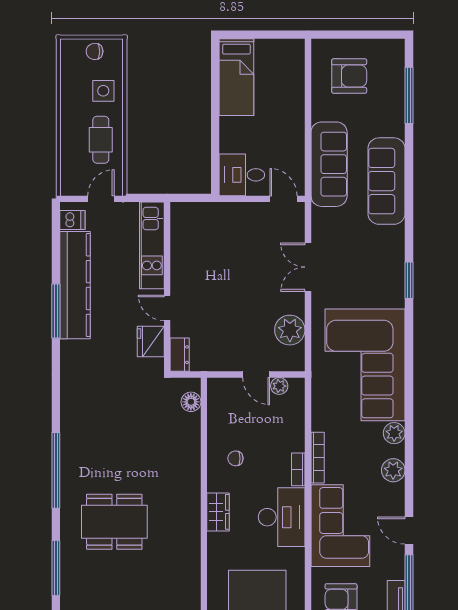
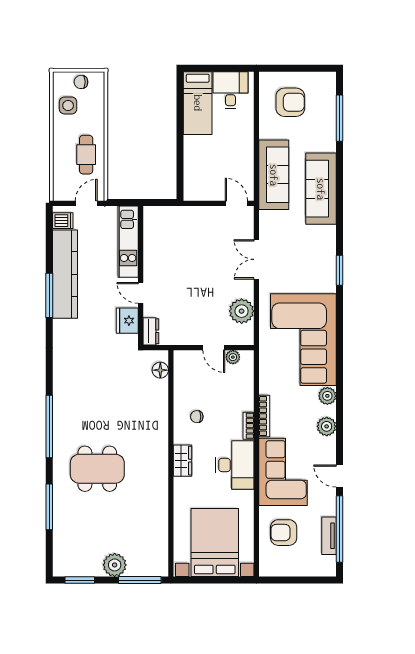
side table: (103, 91) -> (68, 106), moved
desk: (242, 175) -> (231, 90), moved, turned 90

